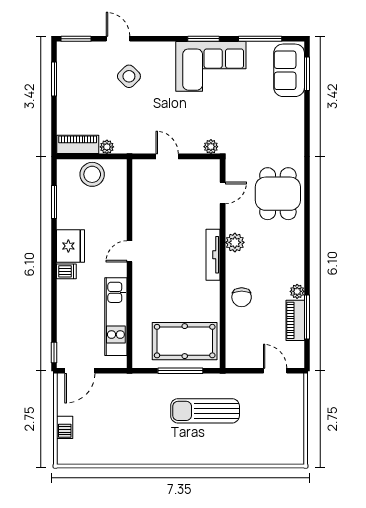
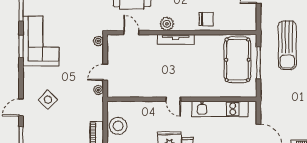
plant: (107, 147) -> (98, 90), moved

